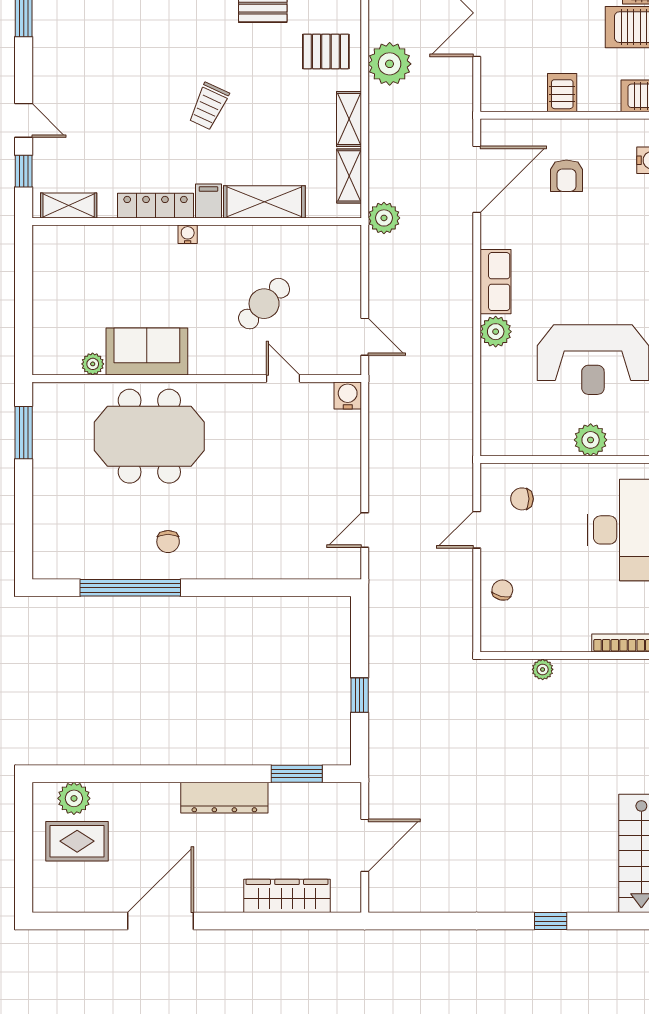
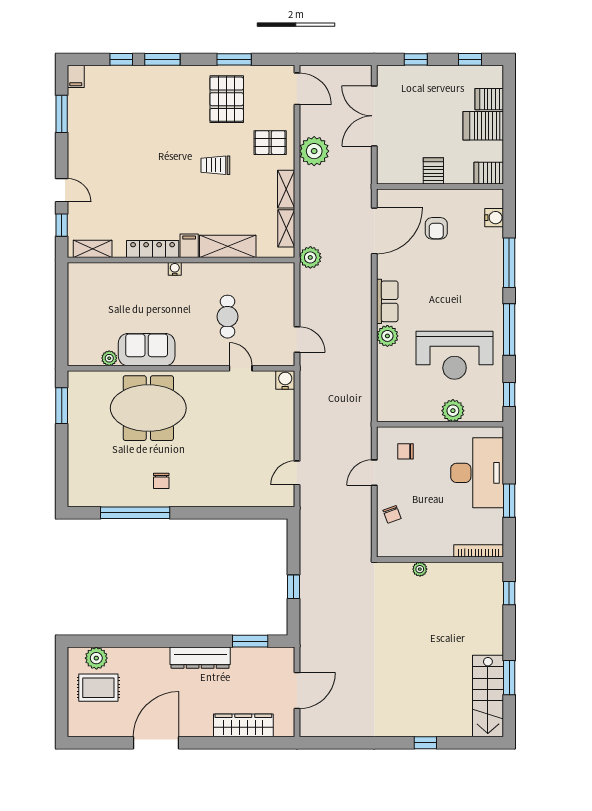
trolley: (209, 106) -> (215, 165), moved, turned 65
cafe table: (264, 304) -> (227, 317), turned -45
chair: (502, 590) -> (392, 514), turned 146

